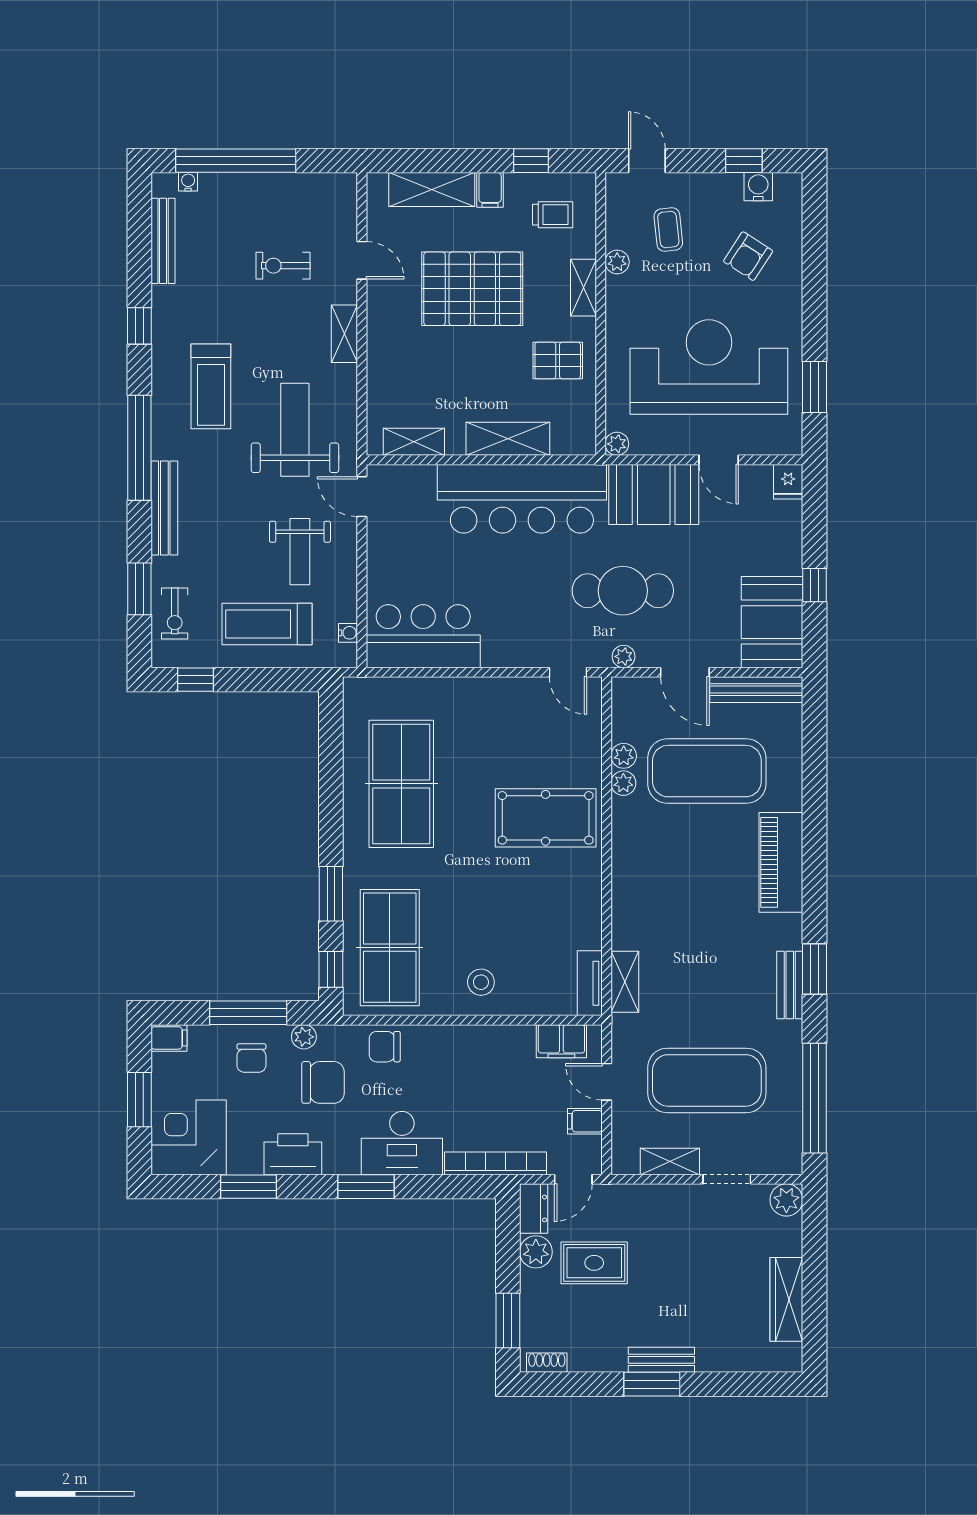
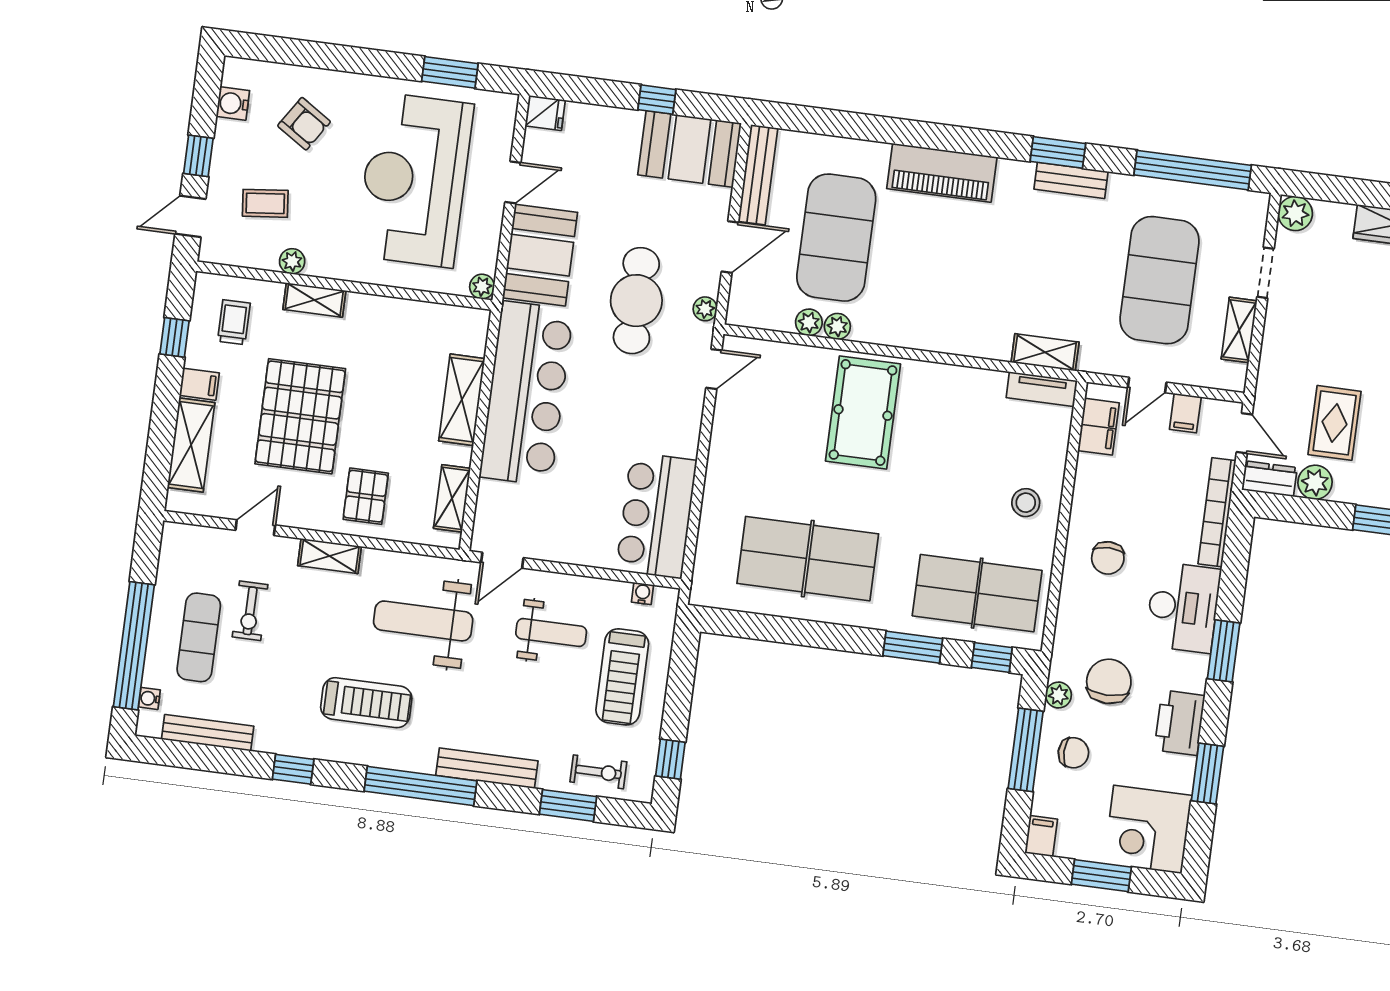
window: (744, 161) -> (198, 156), moved
exercise mat: (252, 221) -> (199, 637), added
pallet: (558, 361) -> (366, 496), moved
chair: (385, 1047) -> (1108, 558), moved

